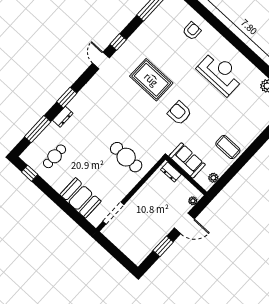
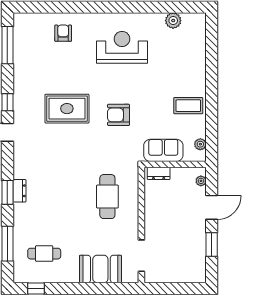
dresser: (63, 117) -> (19, 191), moved
cafe table: (55, 156) -> (44, 254), turned 90
cafe table: (126, 157) -> (107, 197), turned 90

